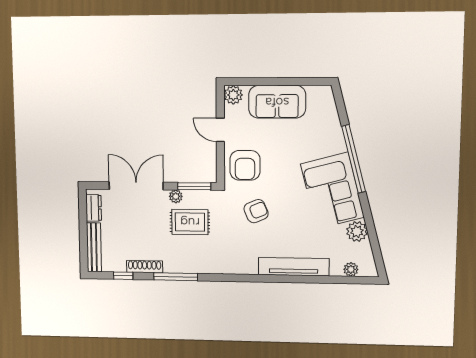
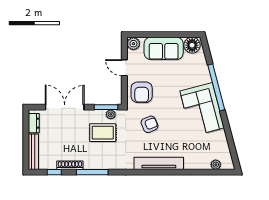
floor lamp: (319, 97) -> (192, 45), added
plant: (176, 196) -> (111, 114), moved
plant: (357, 231) -> (219, 138), removed
tv unit: (294, 267) -> (159, 163), moved

